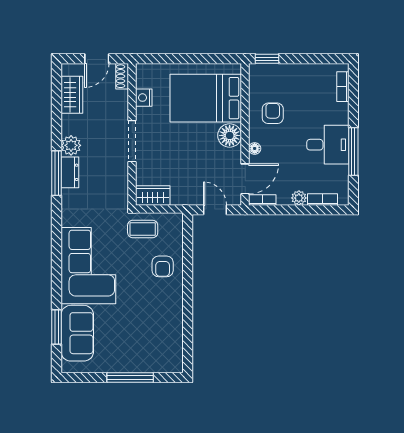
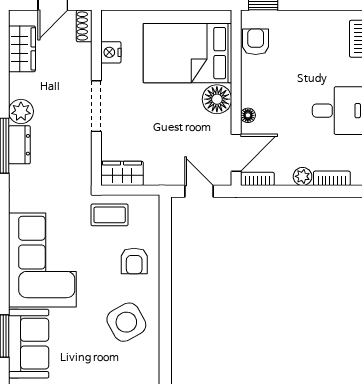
armchair: (273, 113) -> (256, 42), moved
side table: (156, 316) -> (126, 322), added

